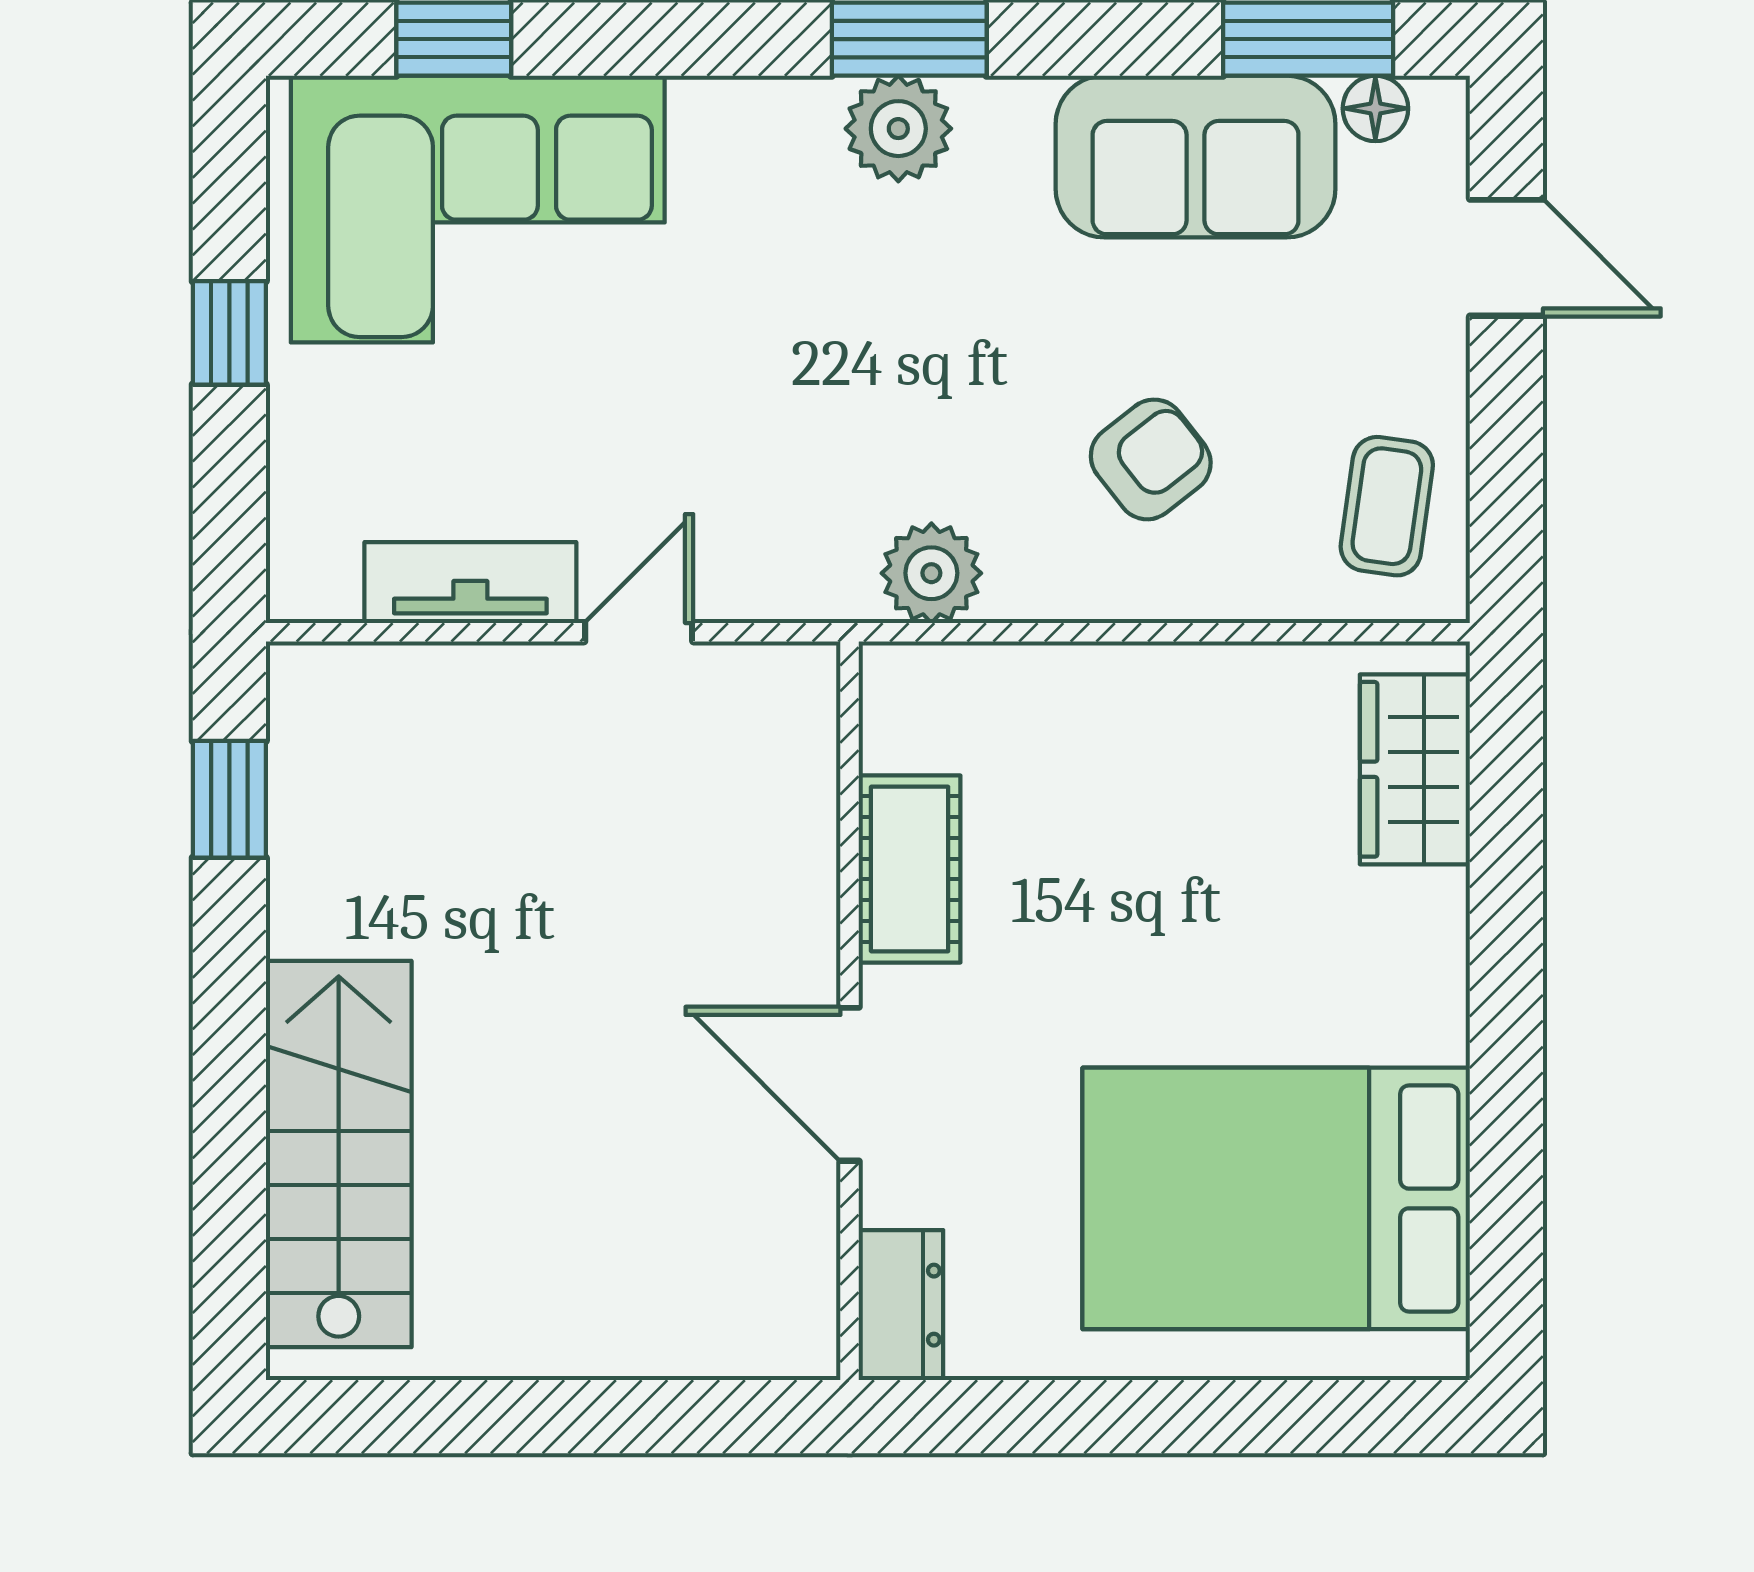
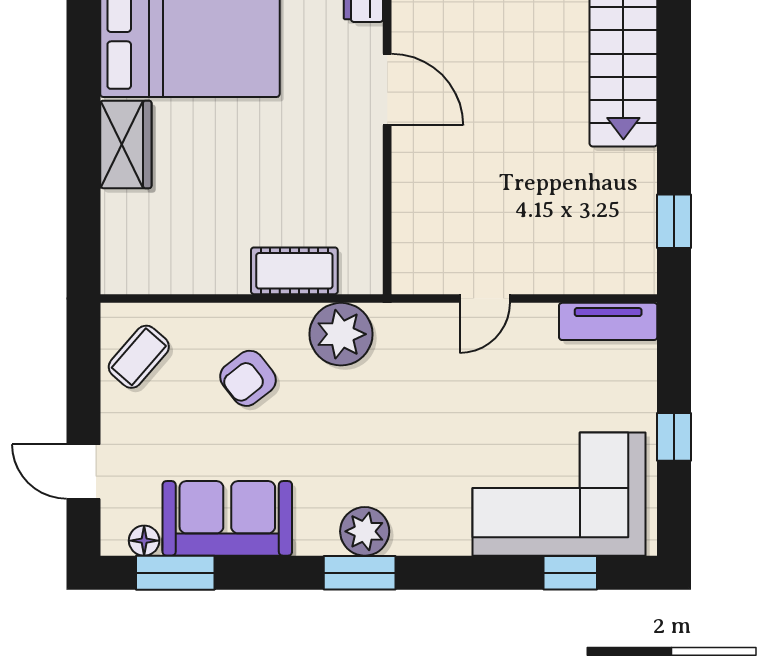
coffee table: (1387, 506) -> (139, 357), turned 33
plant: (931, 573) -> (341, 334), width x1.36, depth x1.36
tv unit: (470, 583) -> (608, 321), moved
wardrobe: (1415, 769) -> (126, 144), moved
cot: (910, 869) -> (294, 271), moved, turned 90

